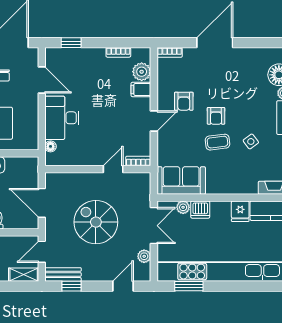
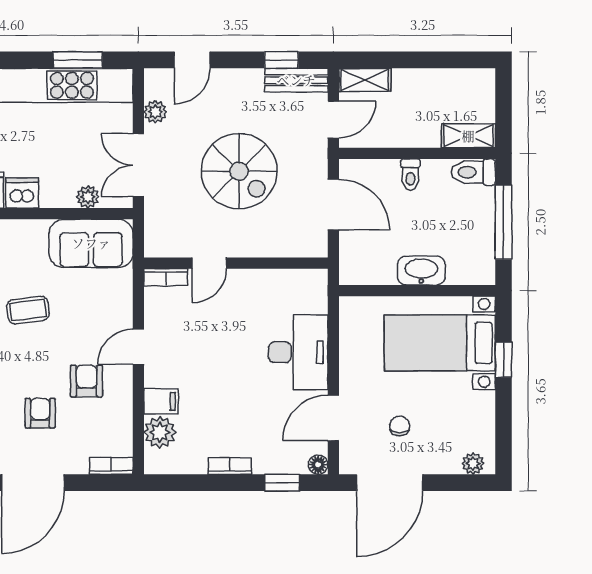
bookcase: (118, 52) -> (230, 466), moved
door: (42, 80) -> (333, 418), hinge flipped
armchair: (216, 116) -> (40, 413), moved
floor lamp: (50, 146) -> (318, 465), moved
dishwasher: (200, 210) -> (22, 193), moved

